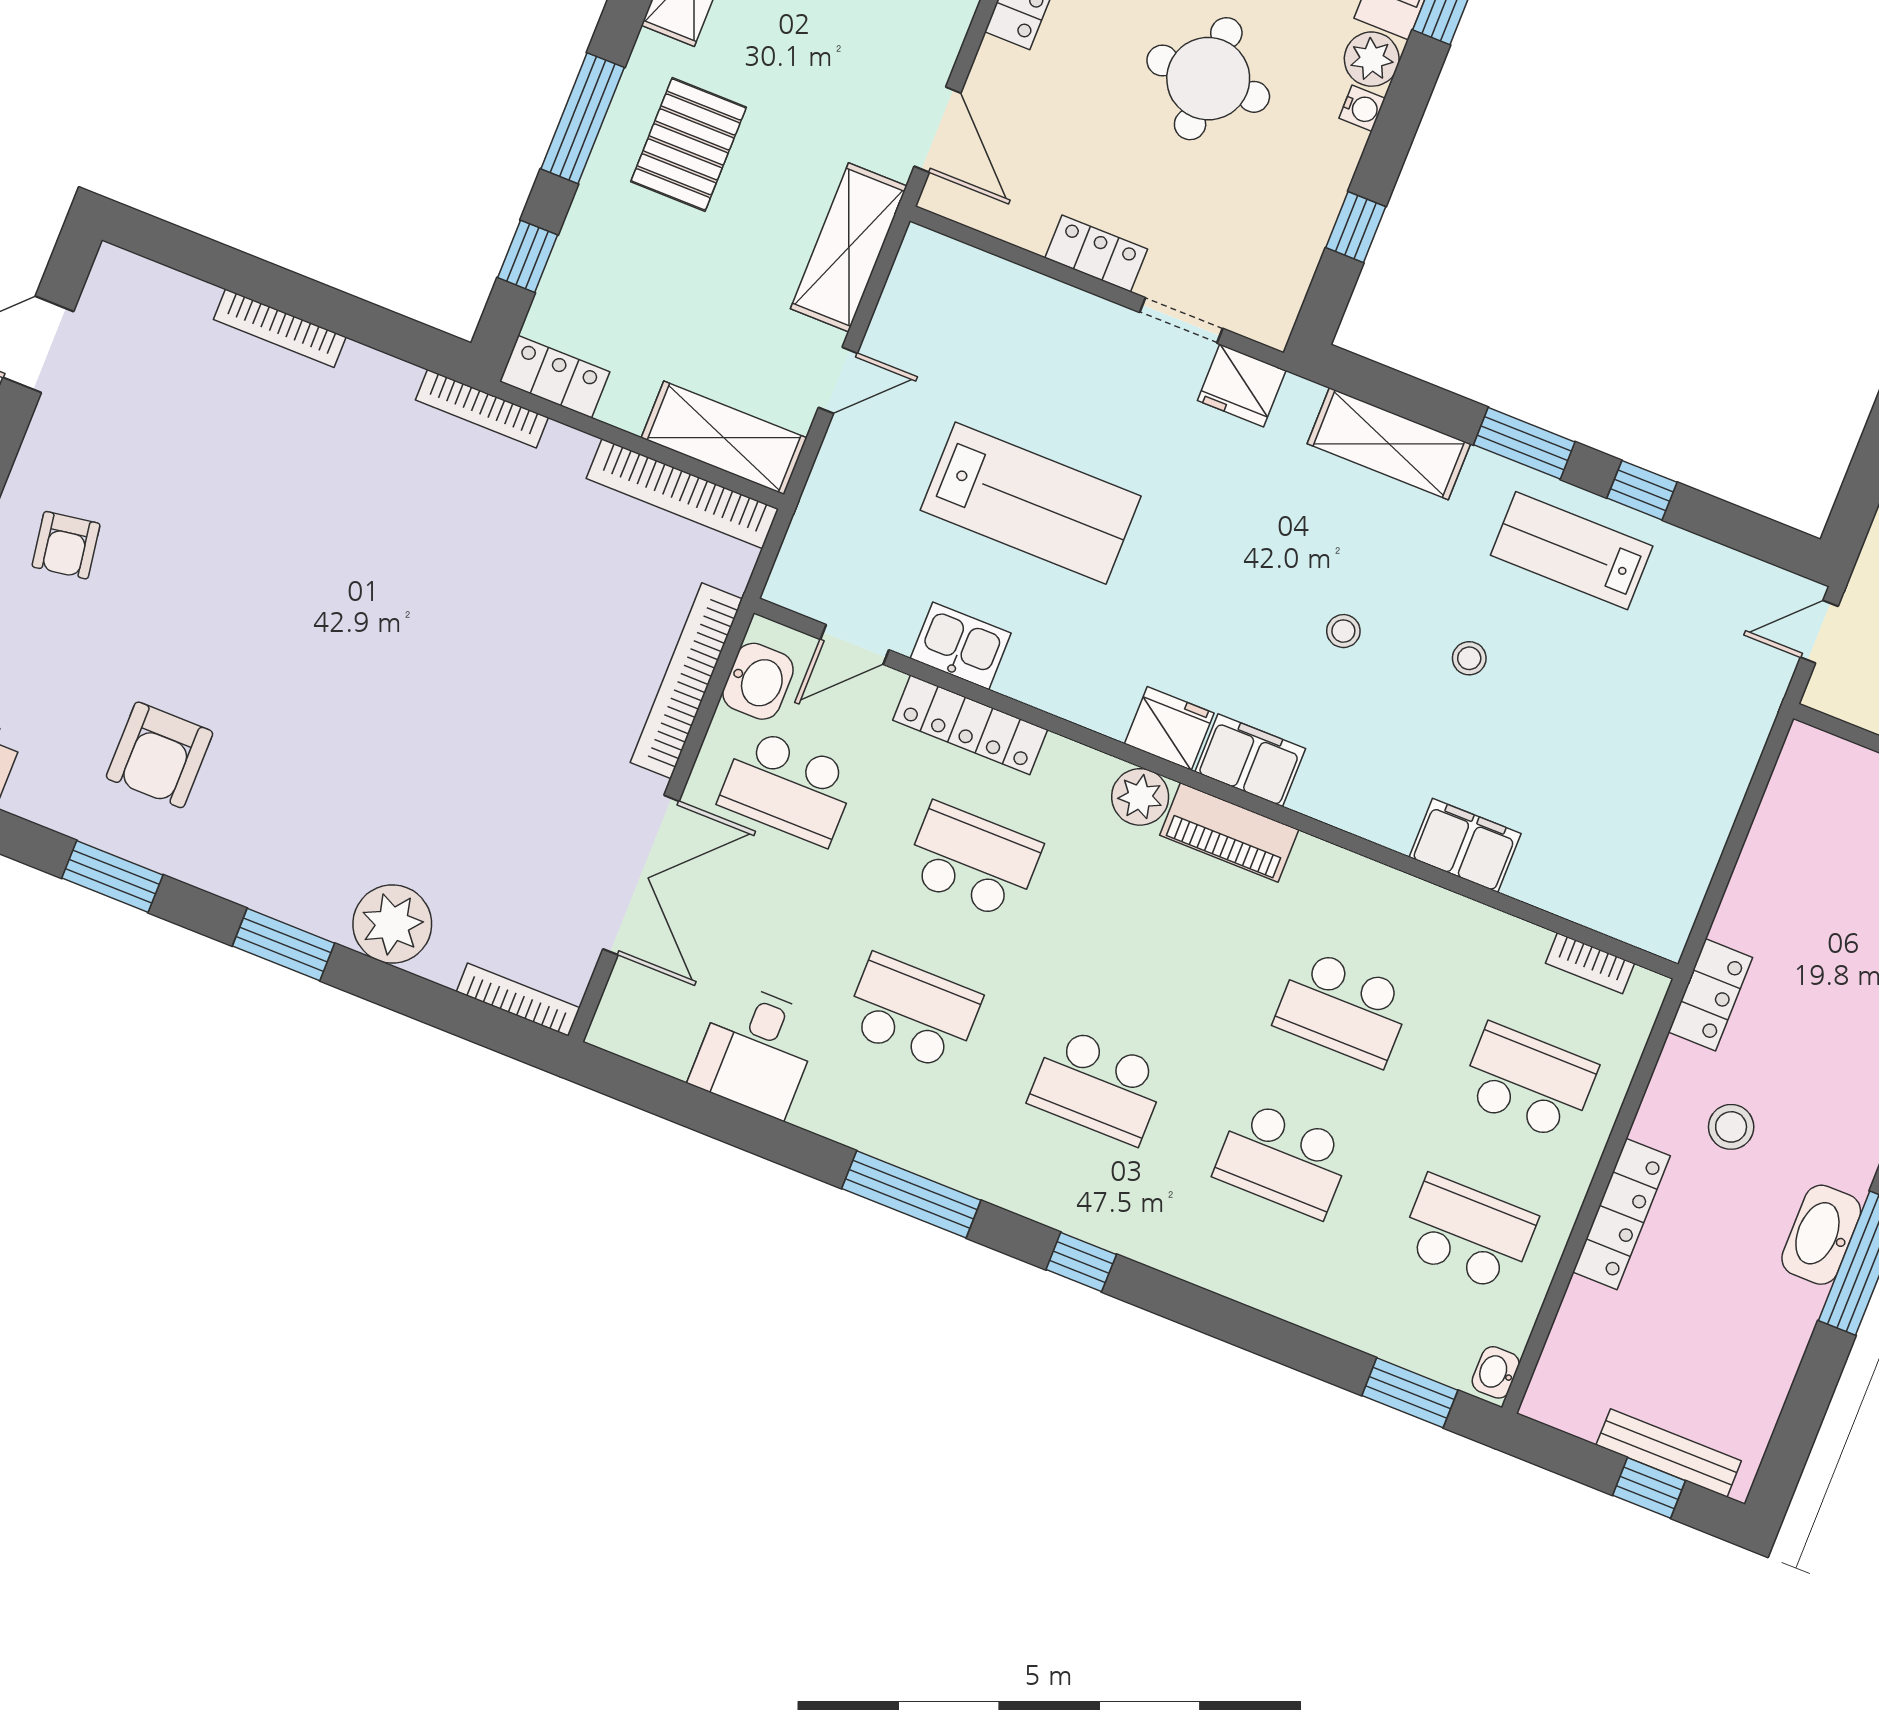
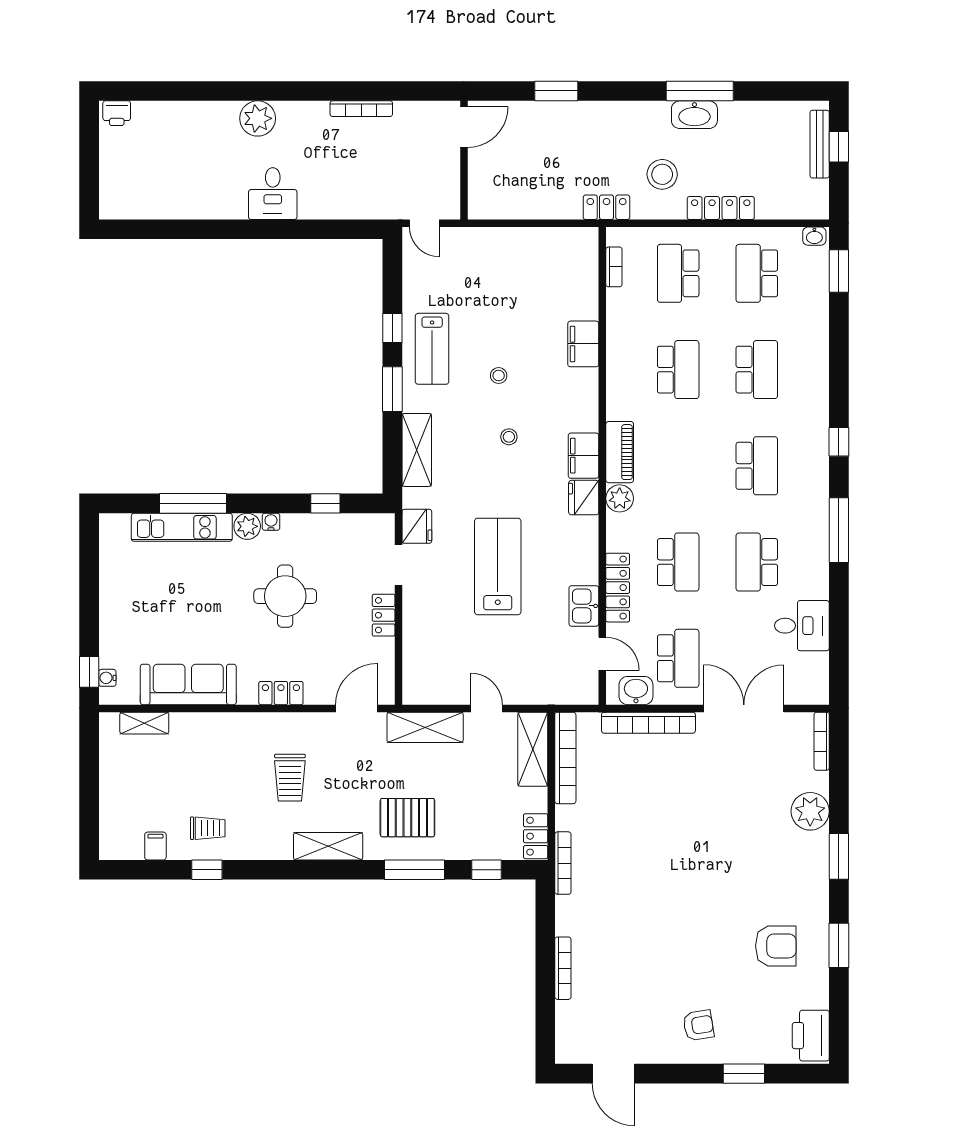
lab bench: (1031, 503) -> (498, 566), moved
school desk: (973, 861) -> (678, 562), turned 180
stool: (1731, 1127) -> (662, 174), width x1.38, depth x1.38

